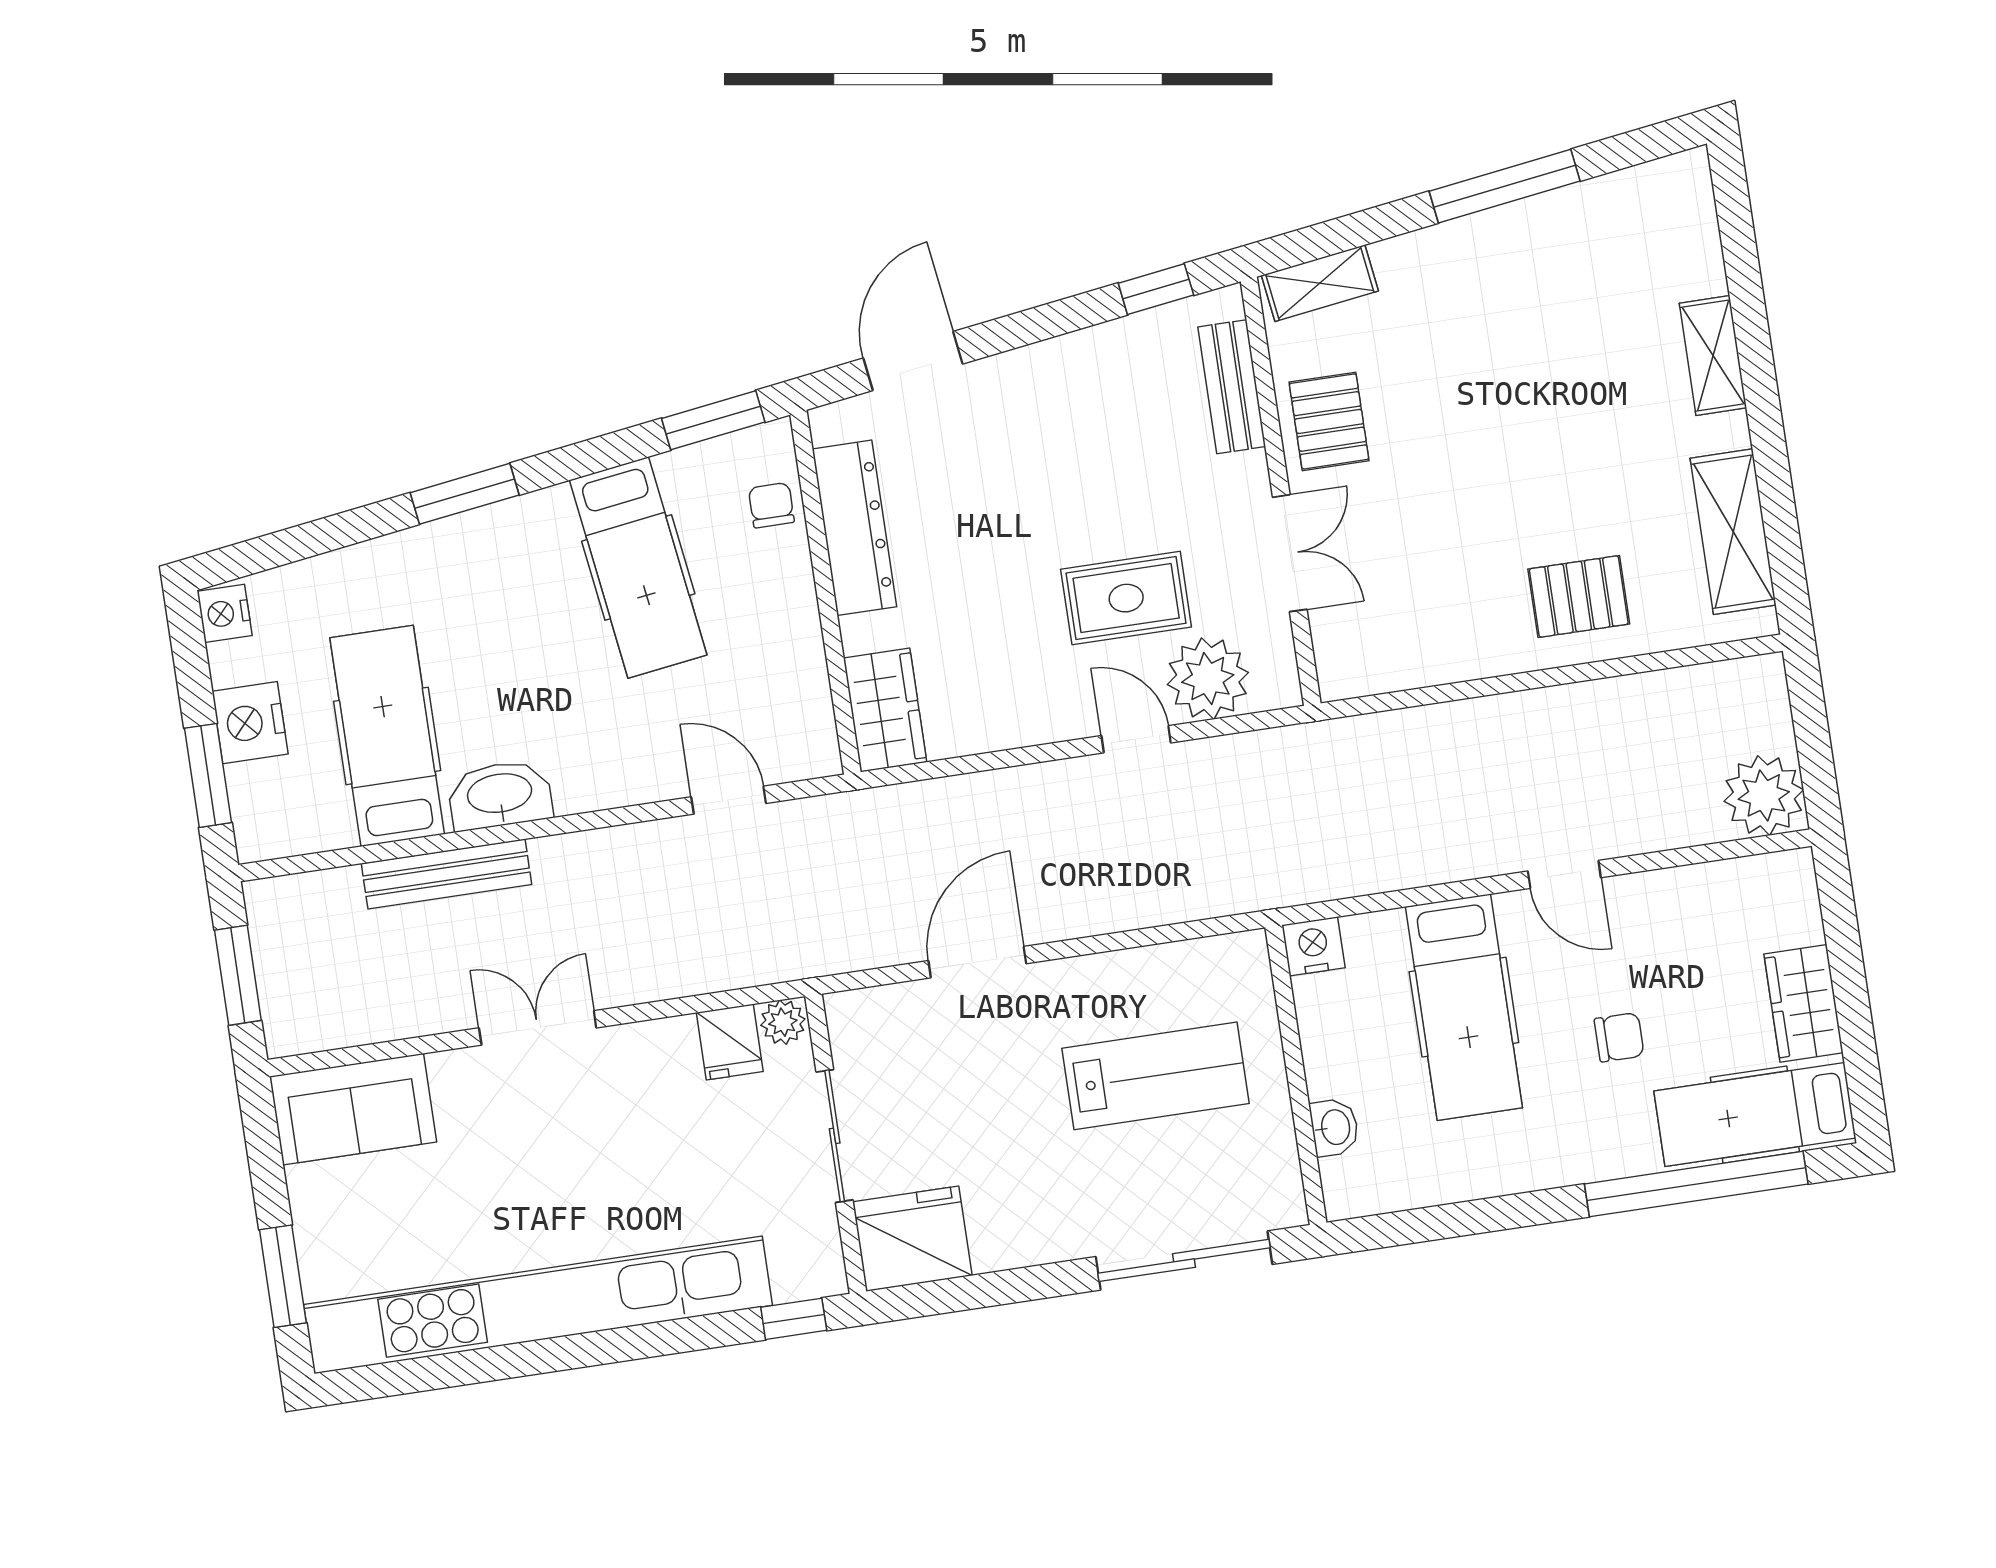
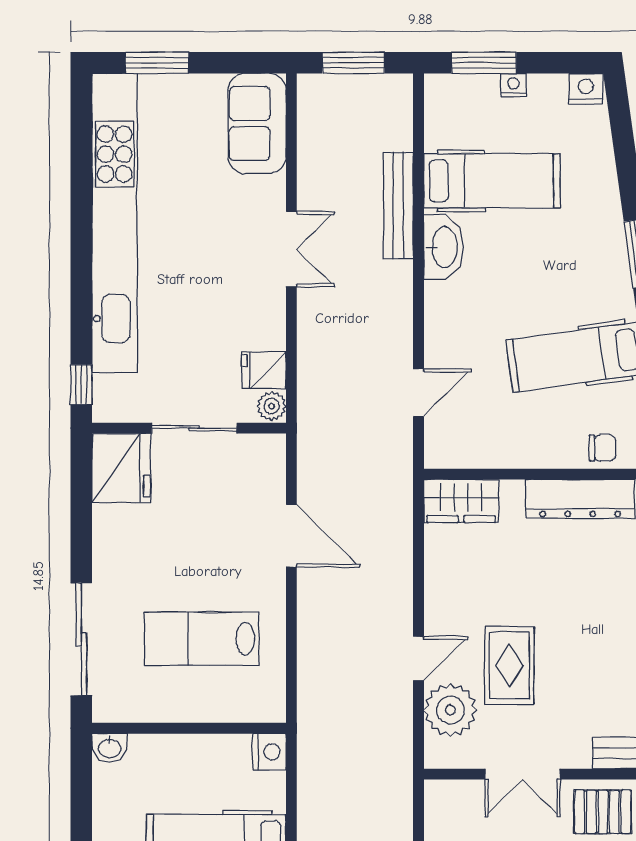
nightstand: (250, 723) -> (514, 85), width x0.53, depth x0.56
lab bench: (1155, 1076) -> (202, 639), turned 90
washbasin: (1334, 1127) -> (110, 748), moved

